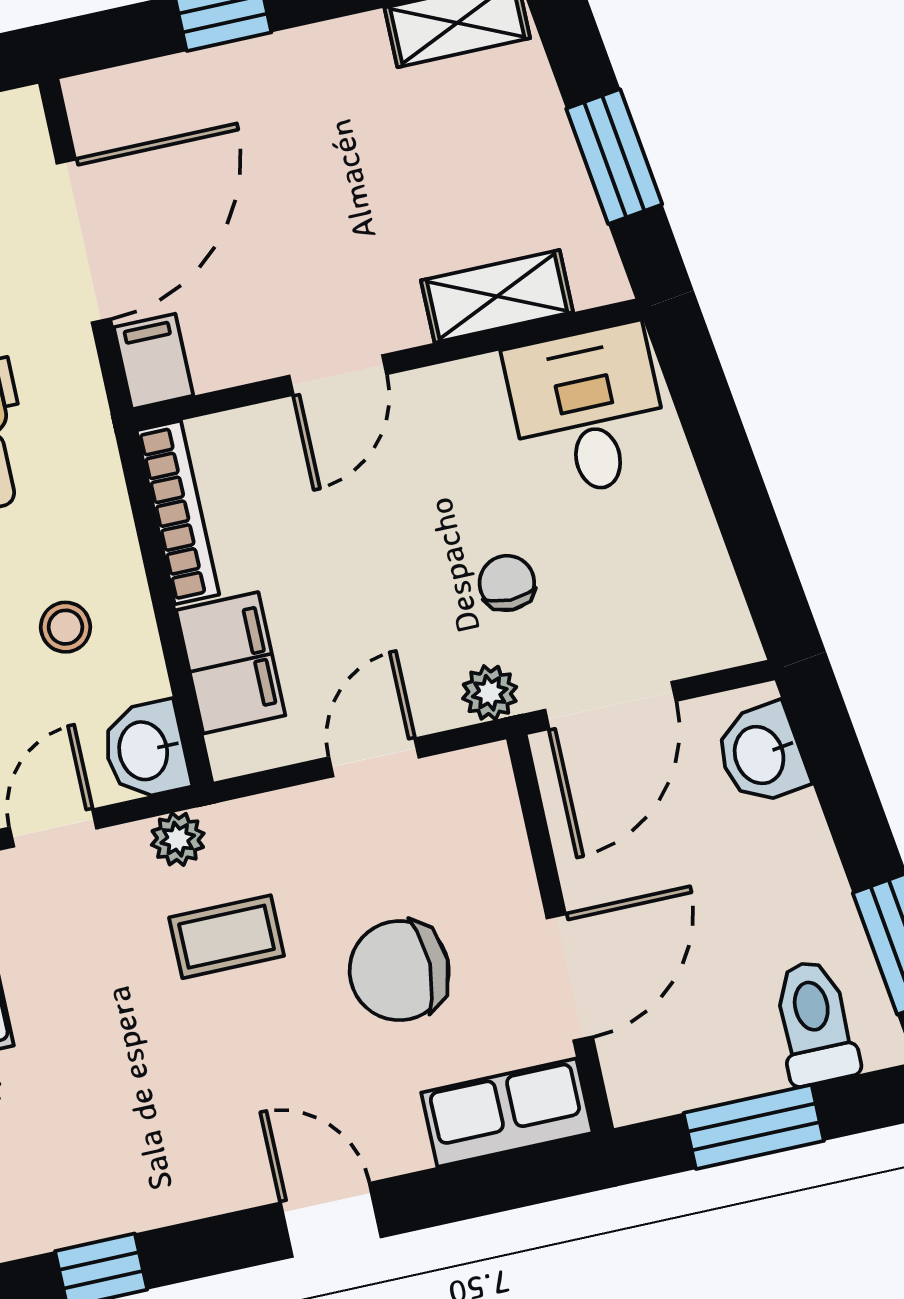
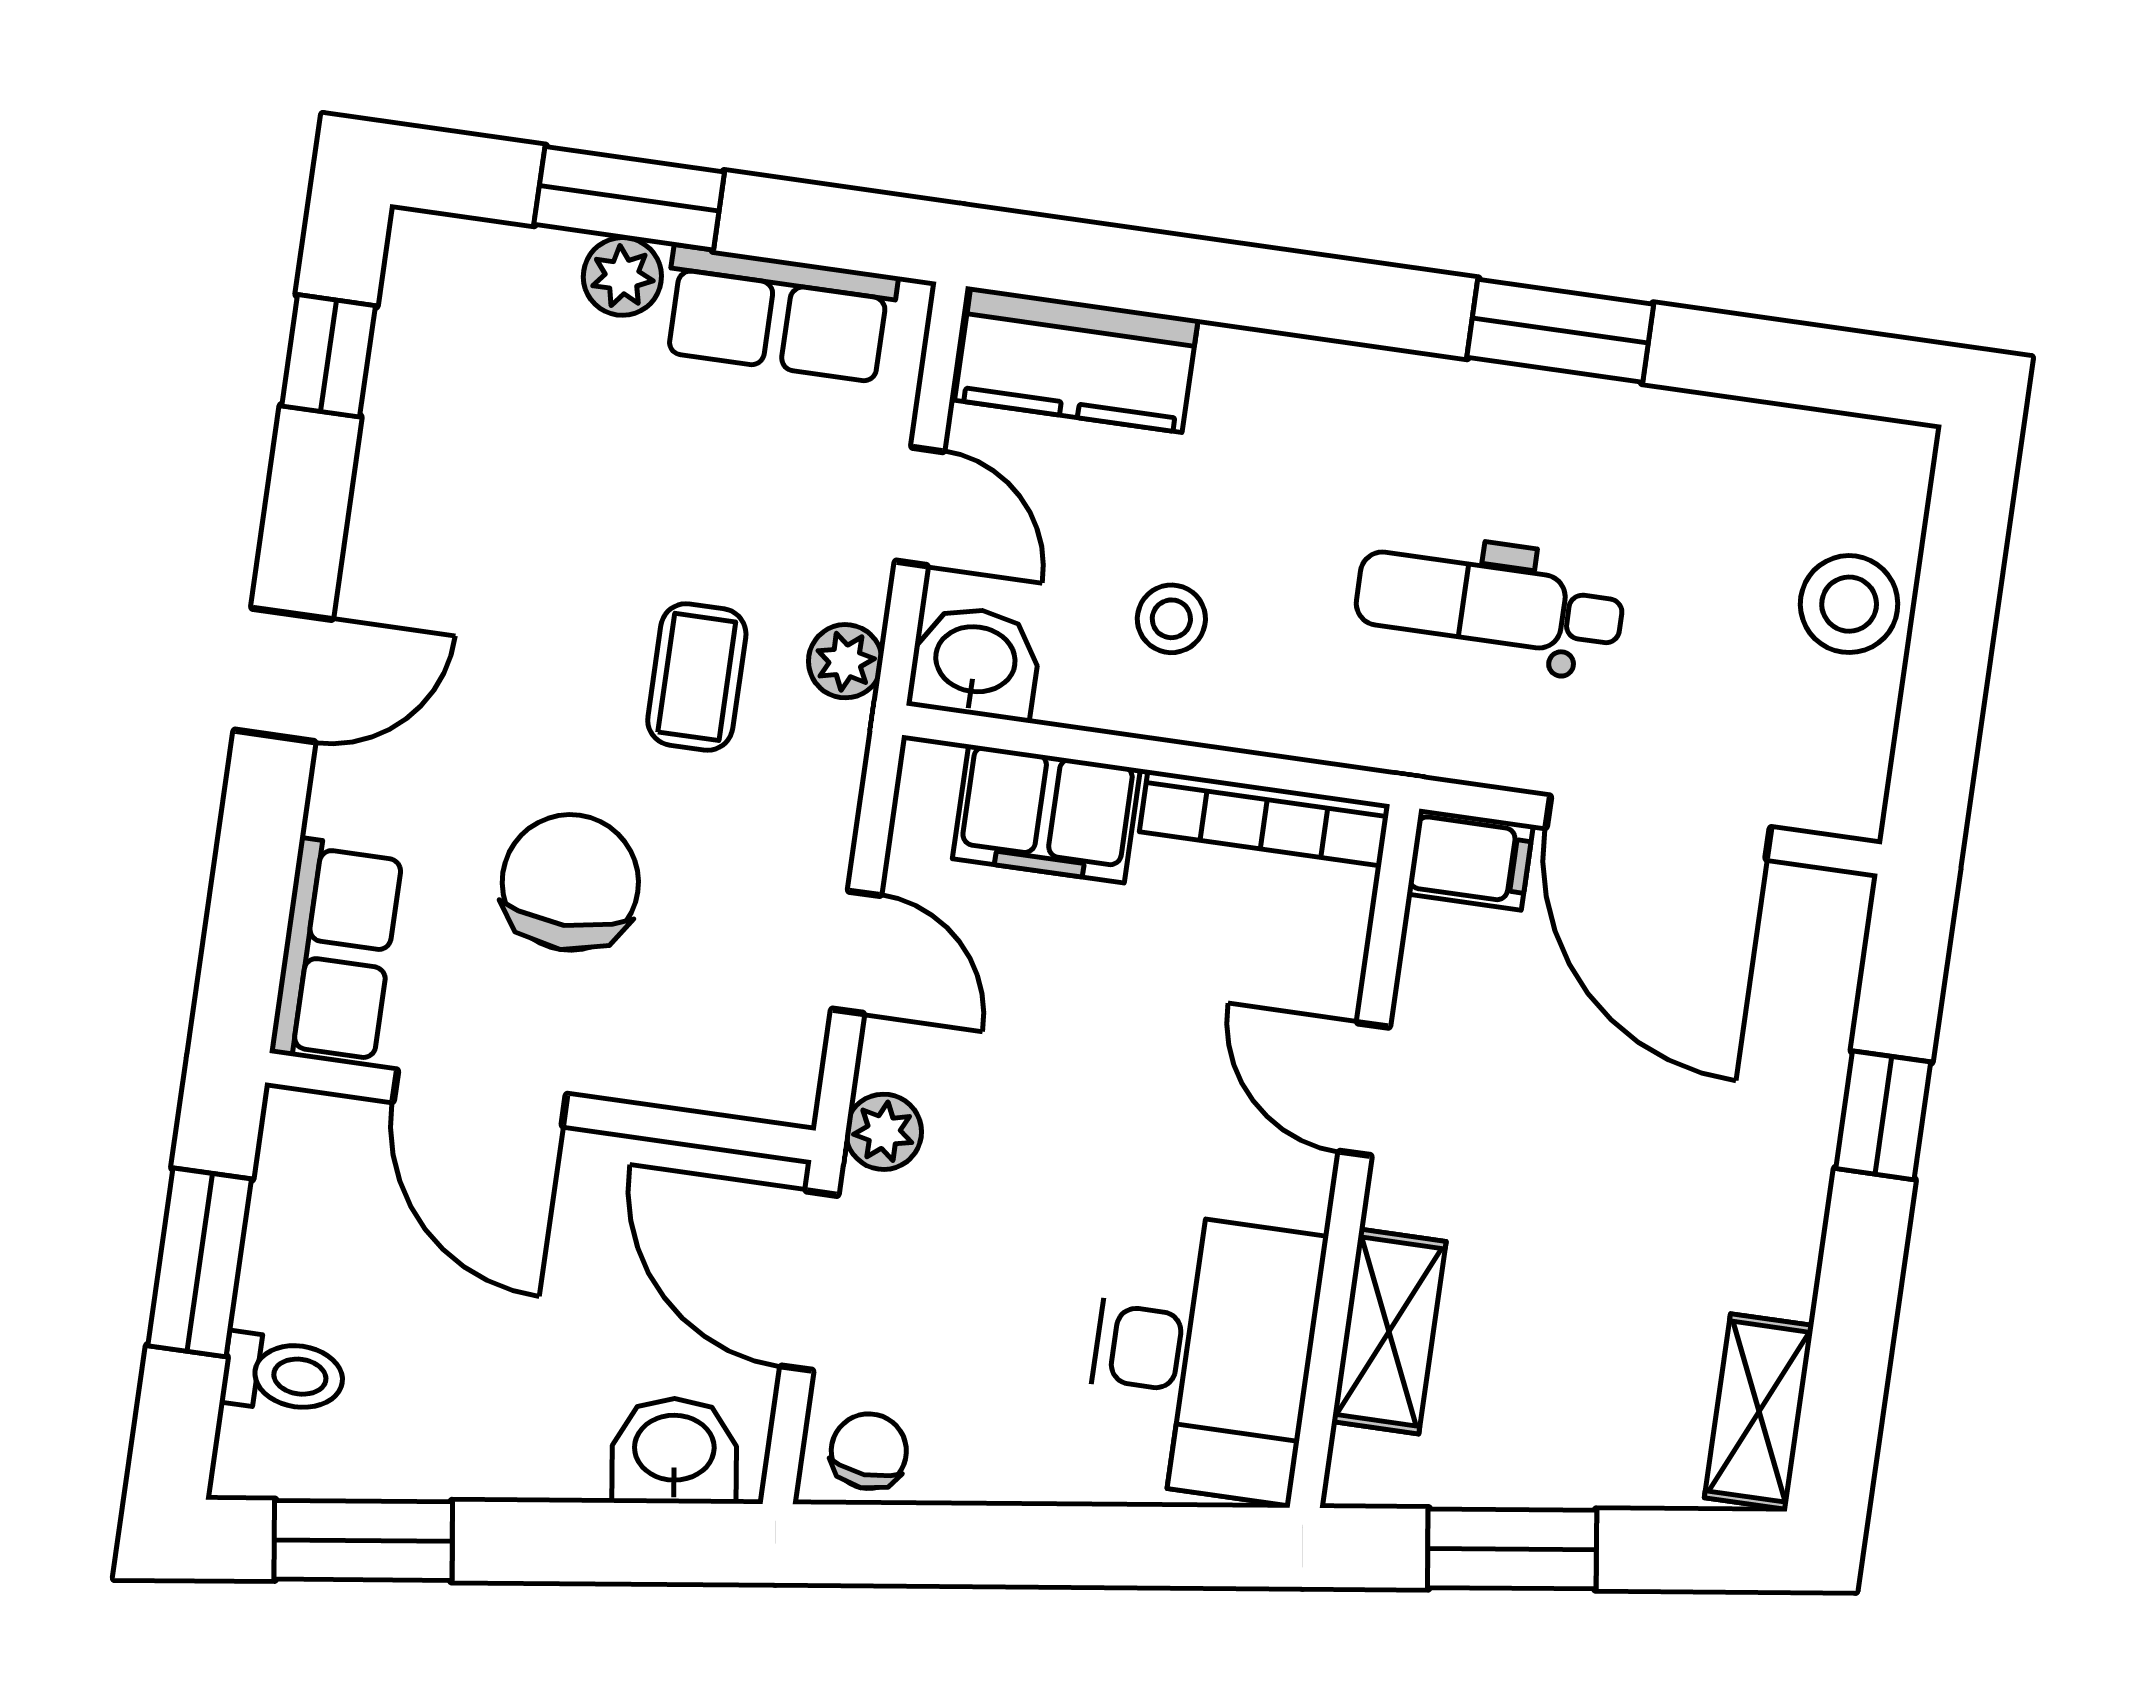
desk: (588, 411) -> (1203, 1356), width x1.37
chair: (507, 583) -> (869, 1451), moved, turned -86
toilet: (815, 1023) -> (283, 1374), width x0.73, depth x0.72

